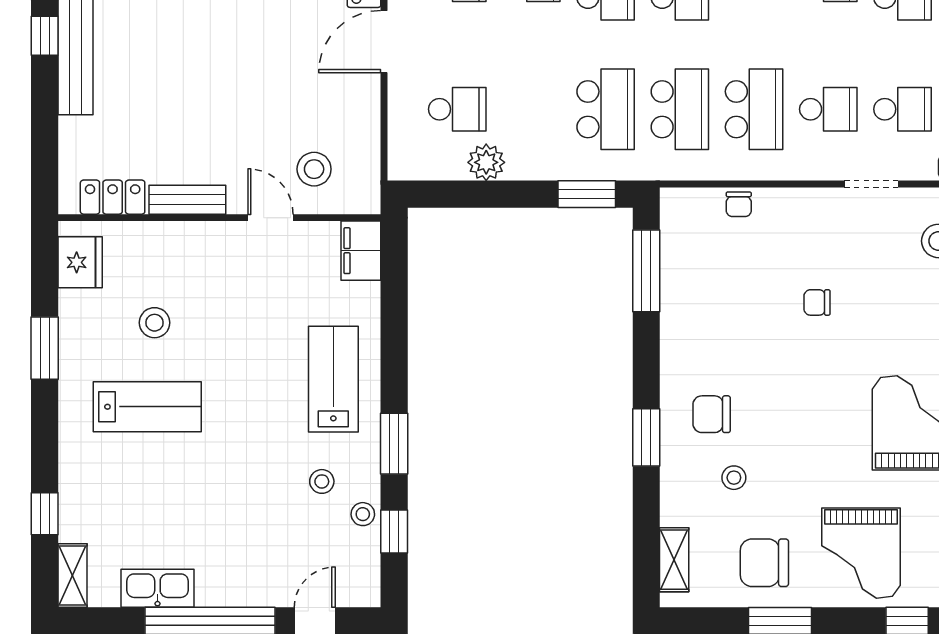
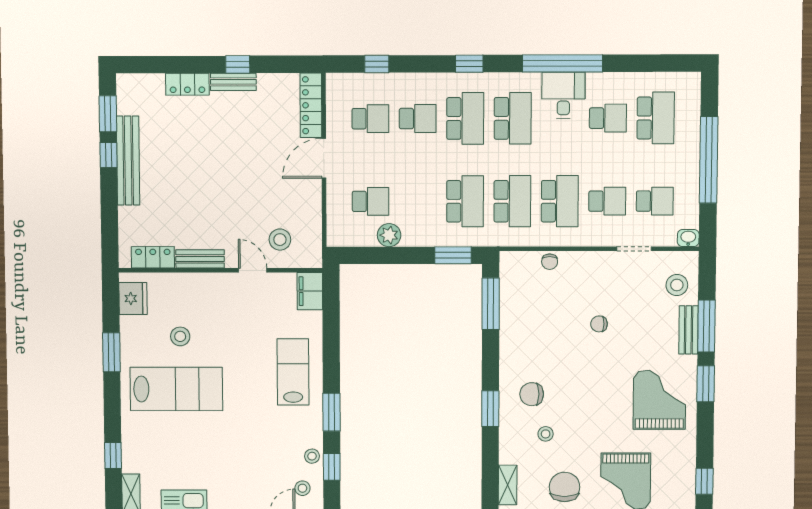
lab bench: (147, 407) -> (176, 389), width x1.36, depth x1.39
stool: (322, 481) -> (302, 488), moved
chair: (764, 563) -> (564, 487), turned 90

